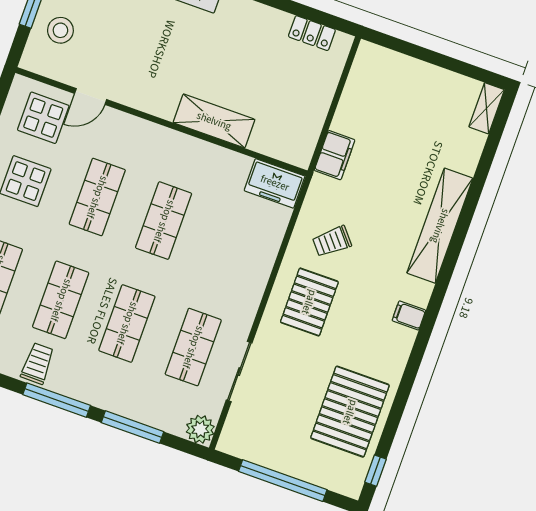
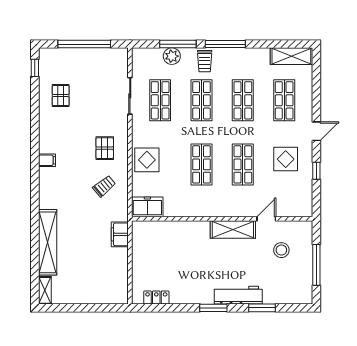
stool: (60, 30) -> (281, 250), moved
display table: (43, 118) -> (147, 160), moved
shelving: (214, 121) -> (233, 230), moved
shelving: (440, 226) -> (48, 242), moved
pallet: (309, 302) -> (105, 148), width x0.67, depth x0.71
trolley: (37, 364) -> (205, 61), moved
pallet: (350, 412) -> (61, 95), width x0.49, depth x0.50
plant: (200, 429) -> (172, 56), moved

